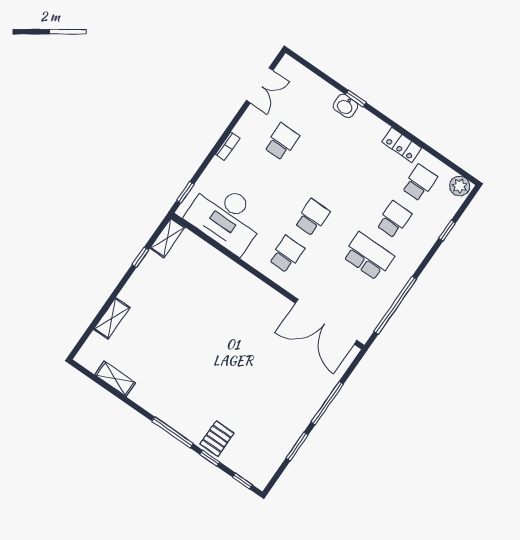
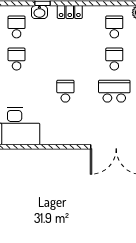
locker: (402, 145) -> (70, 12), moved
school desk: (287, 254) -> (17, 27), moved

